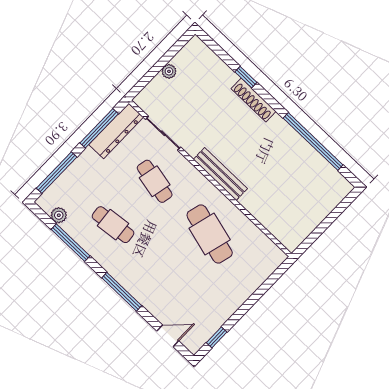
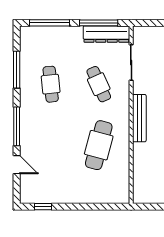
cafe table: (155, 181) -> (99, 84), turned -36
plant: (59, 215) -> (26, 48), removed
door: (168, 336) -> (17, 165), moved

